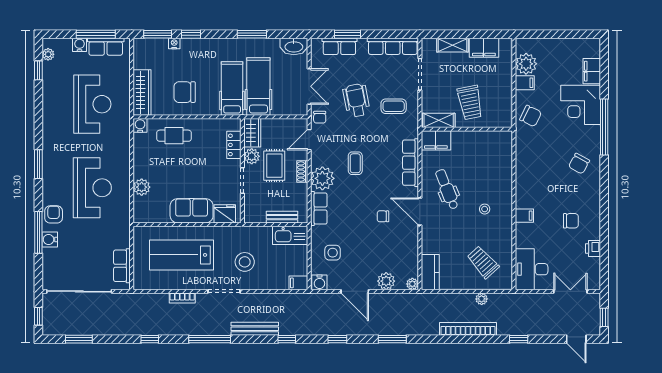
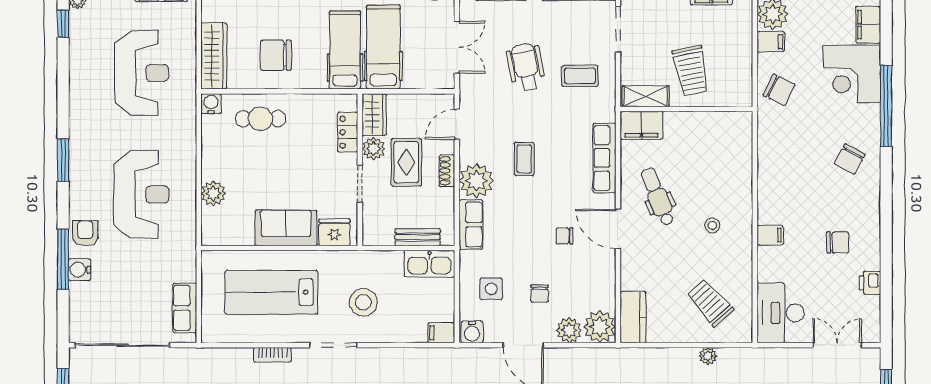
chair: (320, 117) -> (539, 294), moved
plant: (412, 284) -> (600, 327), width x1.88, depth x1.88

